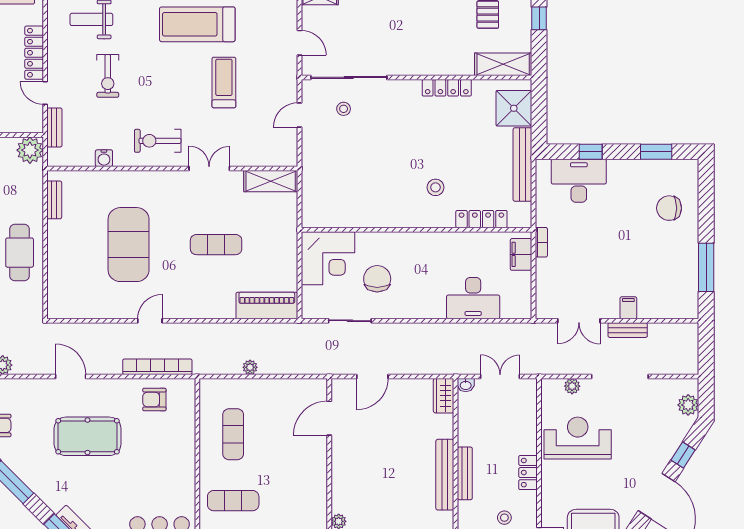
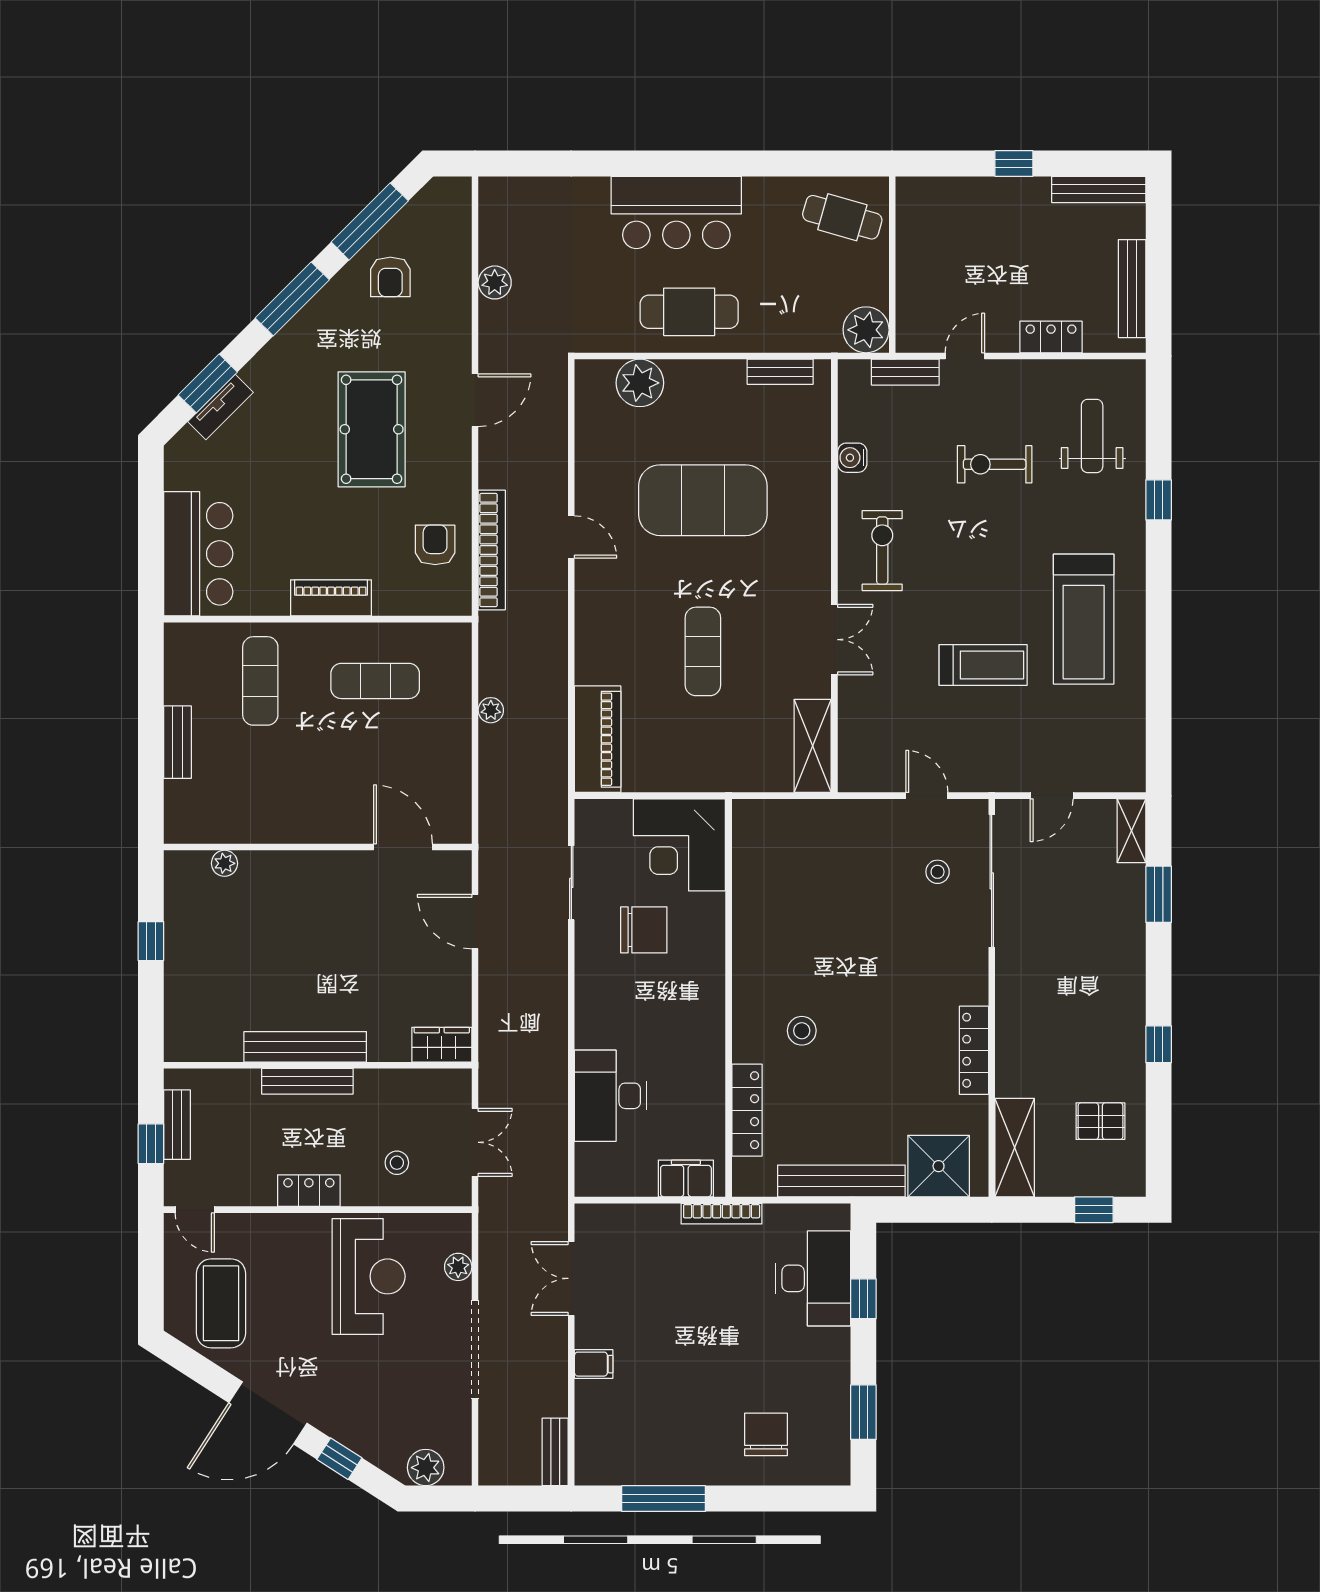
treadmill: (197, 24) -> (1084, 619), turned 180
locker: (34, 53) -> (1051, 337), width x0.66
bookcase: (541, 242) -> (722, 1214), width x1.56
plant: (61, 281) -> (640, 383), added
bench: (628, 330) -> (555, 1452), moved
washbasin: (466, 385) -> (460, 1083), removed
piano: (185, 460) -> (331, 598), added
stool: (504, 518) -> (397, 1163), moved

